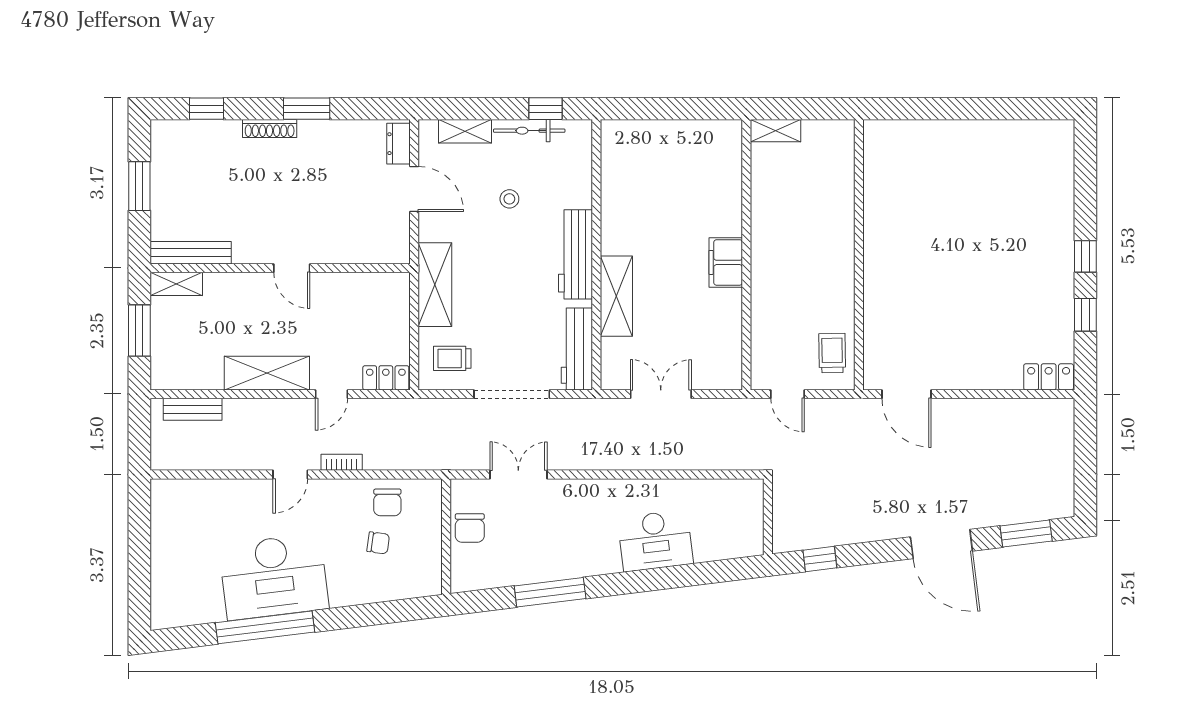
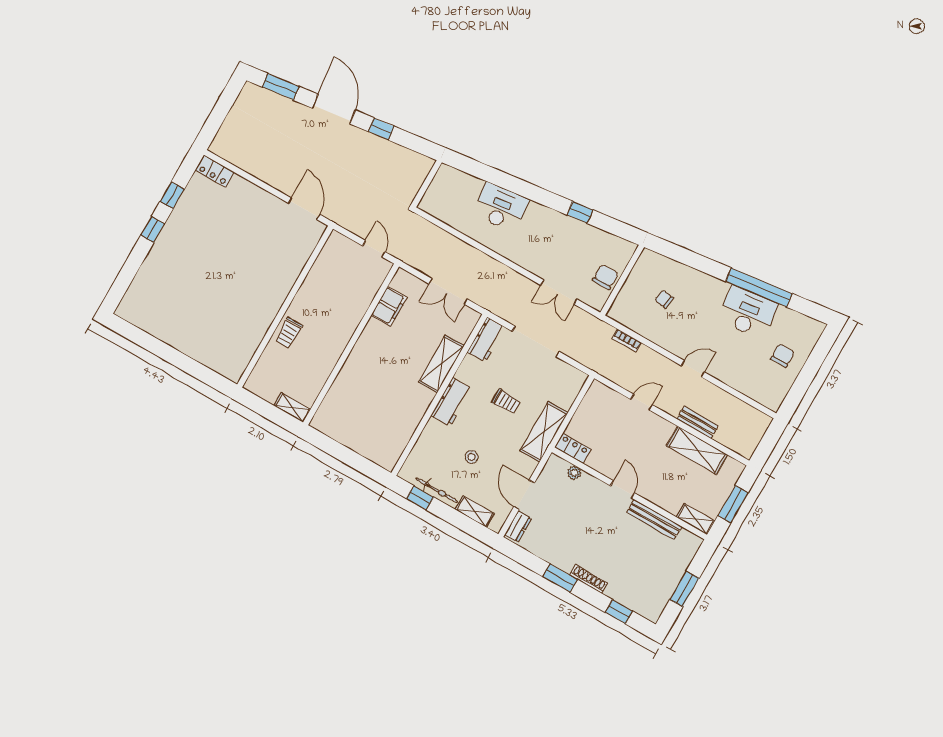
bench: (191, 253) -> (654, 520), moved
plant: (366, 254) -> (574, 473), added
workbench: (575, 254) -> (451, 402), width x0.73
filing cabinet: (726, 262) -> (389, 306), moved
workbench: (577, 349) -> (486, 340), width x0.73
trolley: (832, 353) -> (289, 333), moved
trolley: (452, 358) -> (506, 402), moved
shelving: (267, 373) -> (697, 450), moved
locker: (386, 378) -> (573, 448), moved, turned 180
bench: (193, 409) -> (698, 422), moved
bookcase: (342, 462) -> (627, 340), moved
chair: (387, 502) -> (783, 356), moved
window: (820, 559) -> (381, 129), moved
desk: (274, 577) -> (748, 312), width x0.73, depth x0.77
window: (550, 592) -> (580, 212), width x0.46

